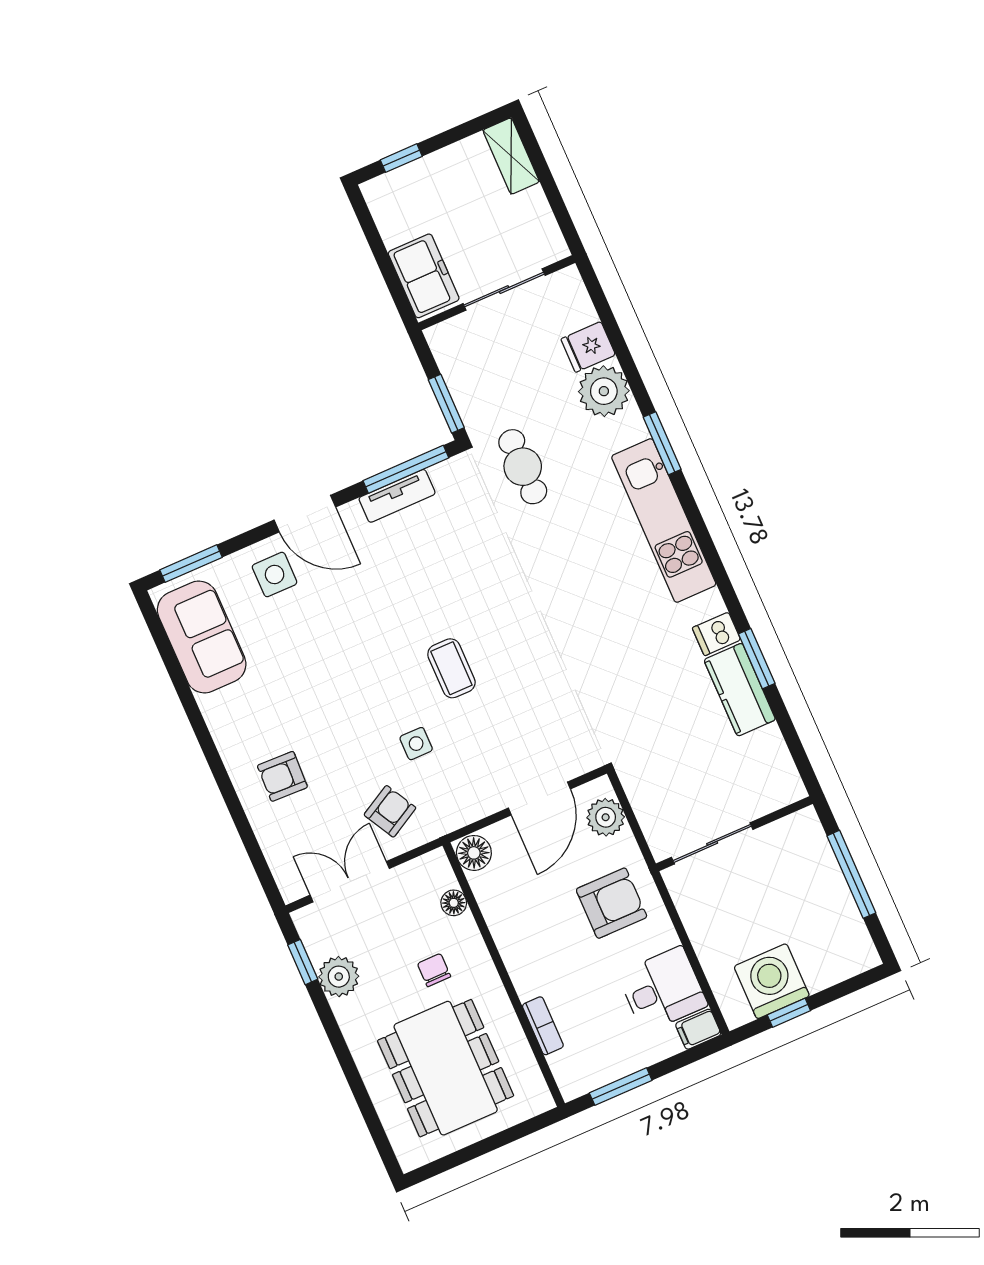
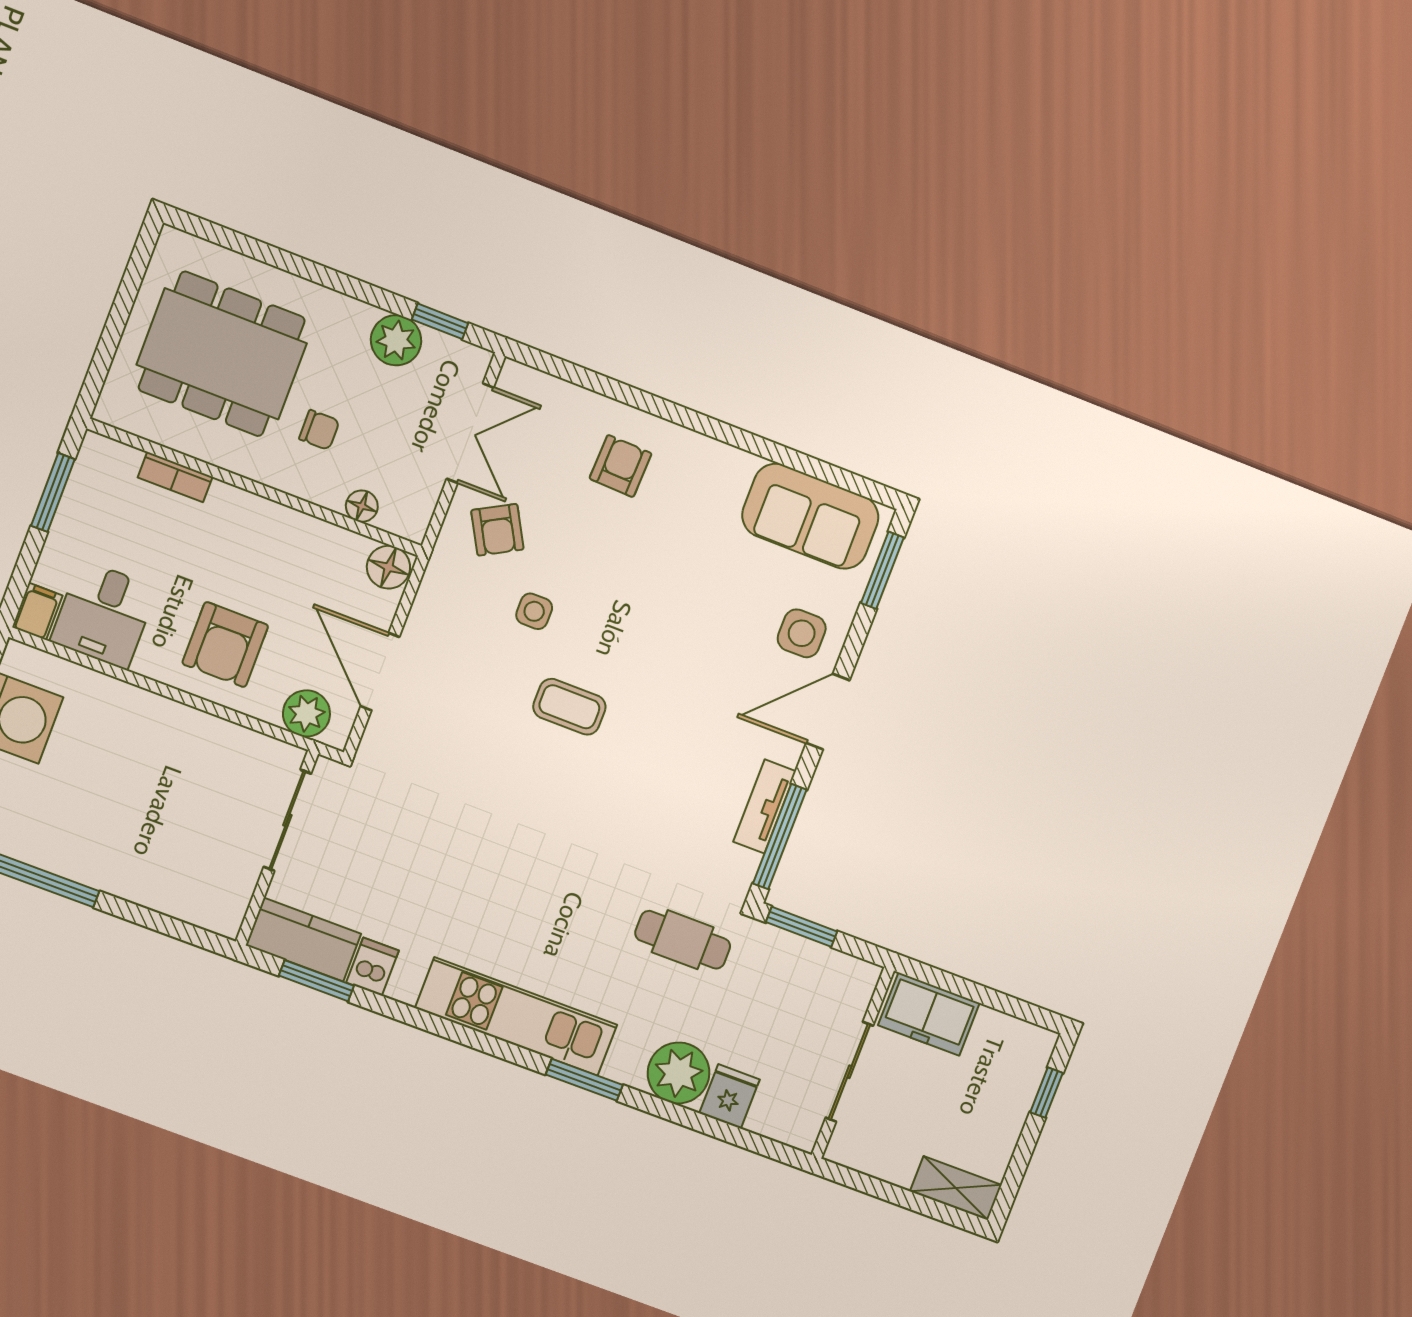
wall: (734, 834) -> (277, 848), moved
sliding door: (712, 843) -> (287, 820), moved

